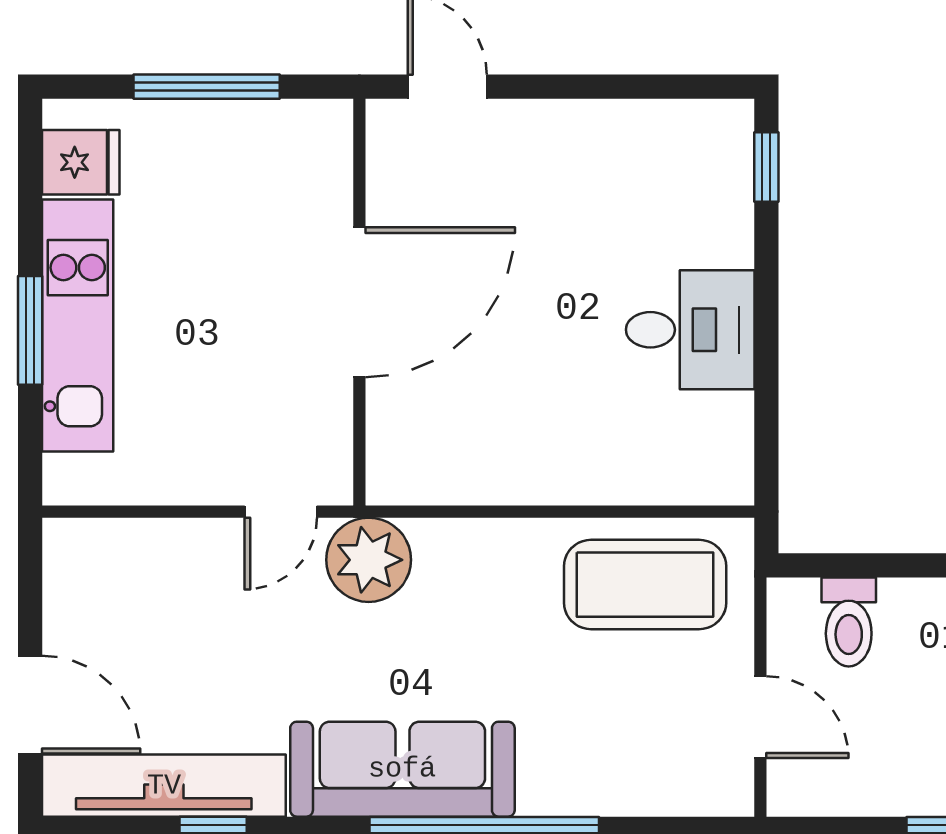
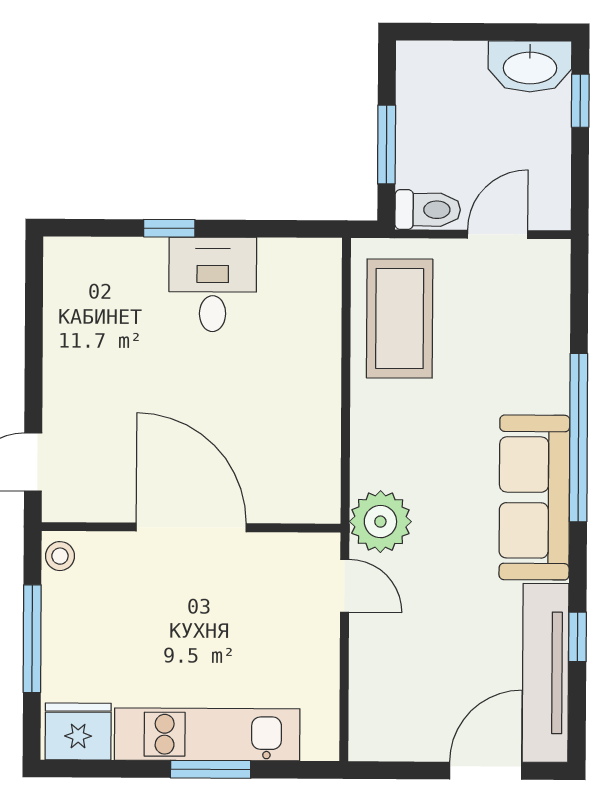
stool: (319, 124) -> (60, 556), added
fridge: (81, 162) -> (78, 731), width x1.38
window: (766, 167) -> (169, 228), moved
window: (882, 565) -> (387, 145), added
toilet: (849, 622) -> (428, 210), moved

